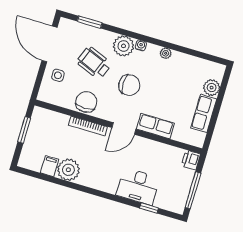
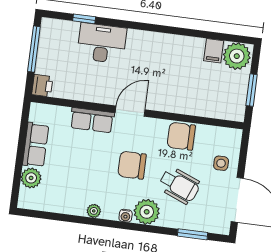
chair: (86, 102) -> (181, 136), turned 90
bookcase: (88, 126) -> (175, 107), removed
plant: (68, 170) -> (237, 56), moved

